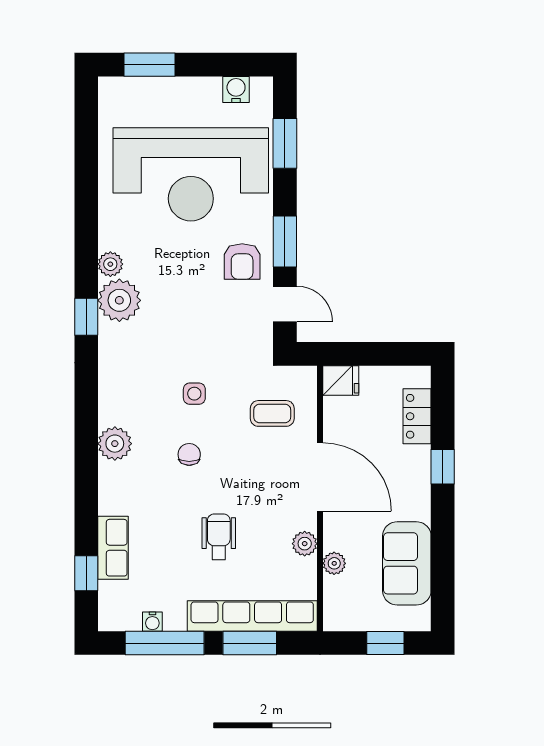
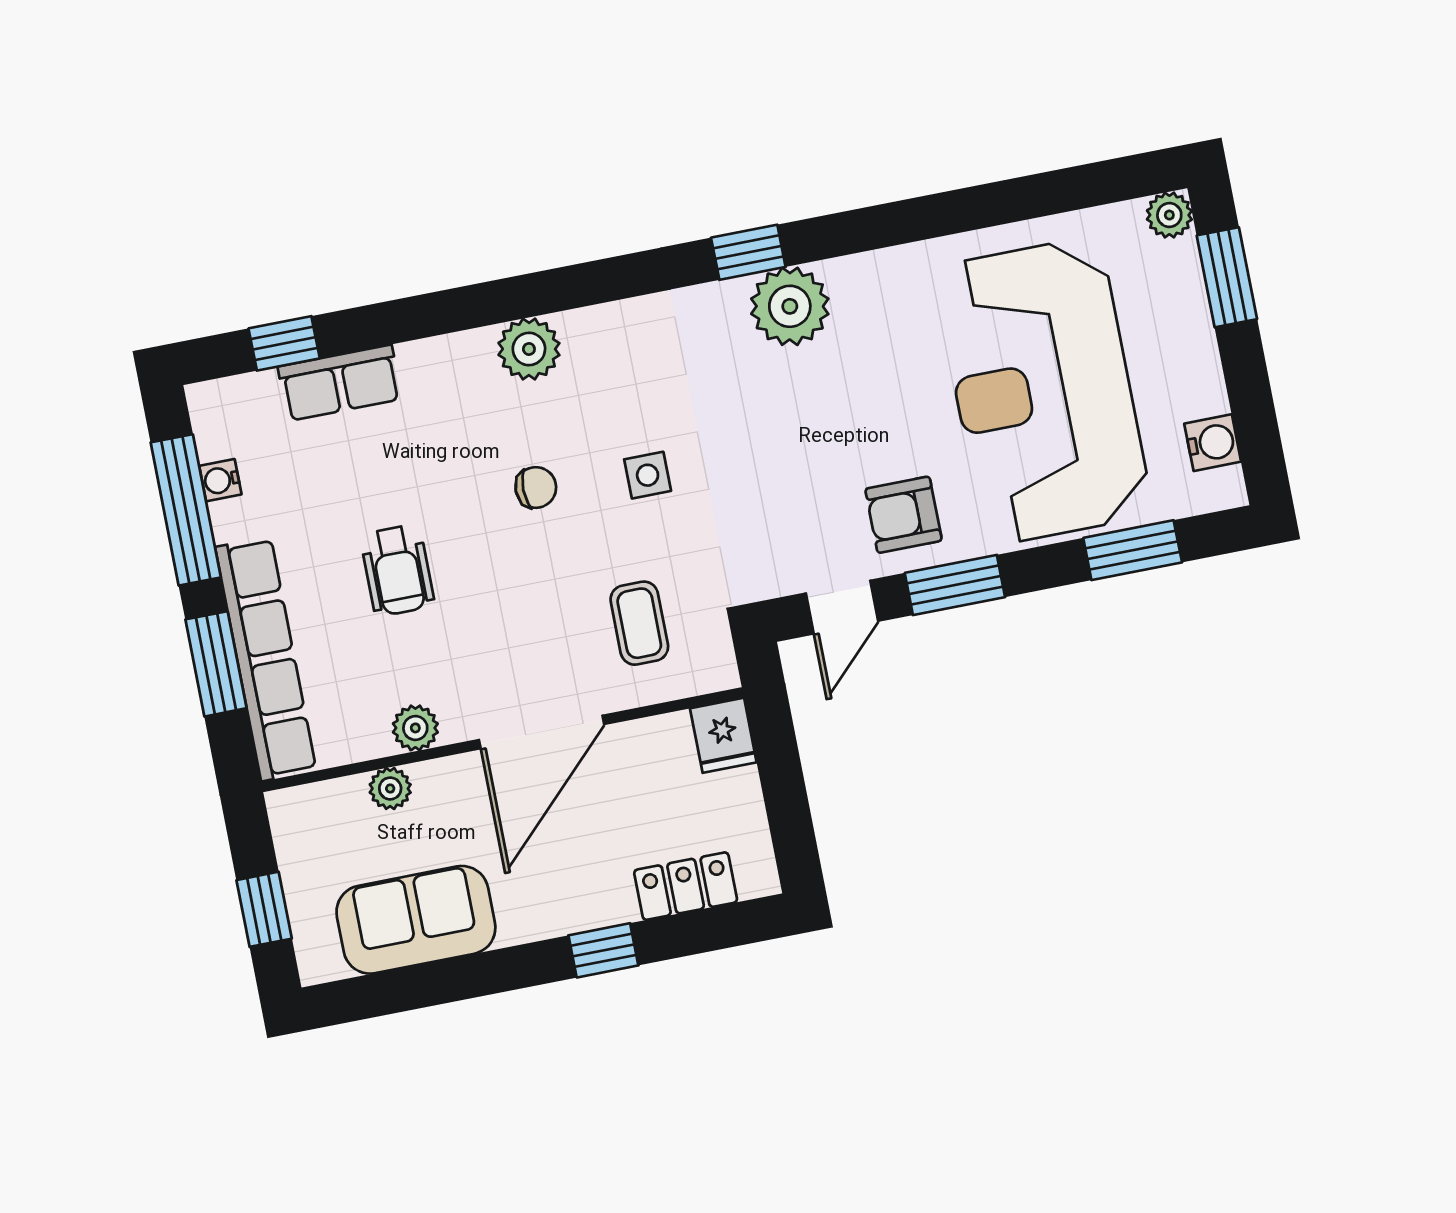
plant: (110, 264) -> (1169, 215), moved
wheelchair: (219, 537) -> (397, 570), turned 90

